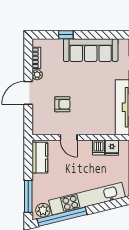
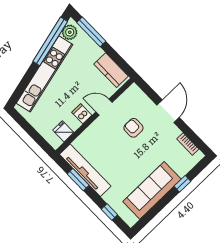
plant: (37, 75) -> (175, 132), removed
armchair: (62, 104) -> (133, 128), turned 90
dishwasher: (99, 148) -> (82, 114), moved

